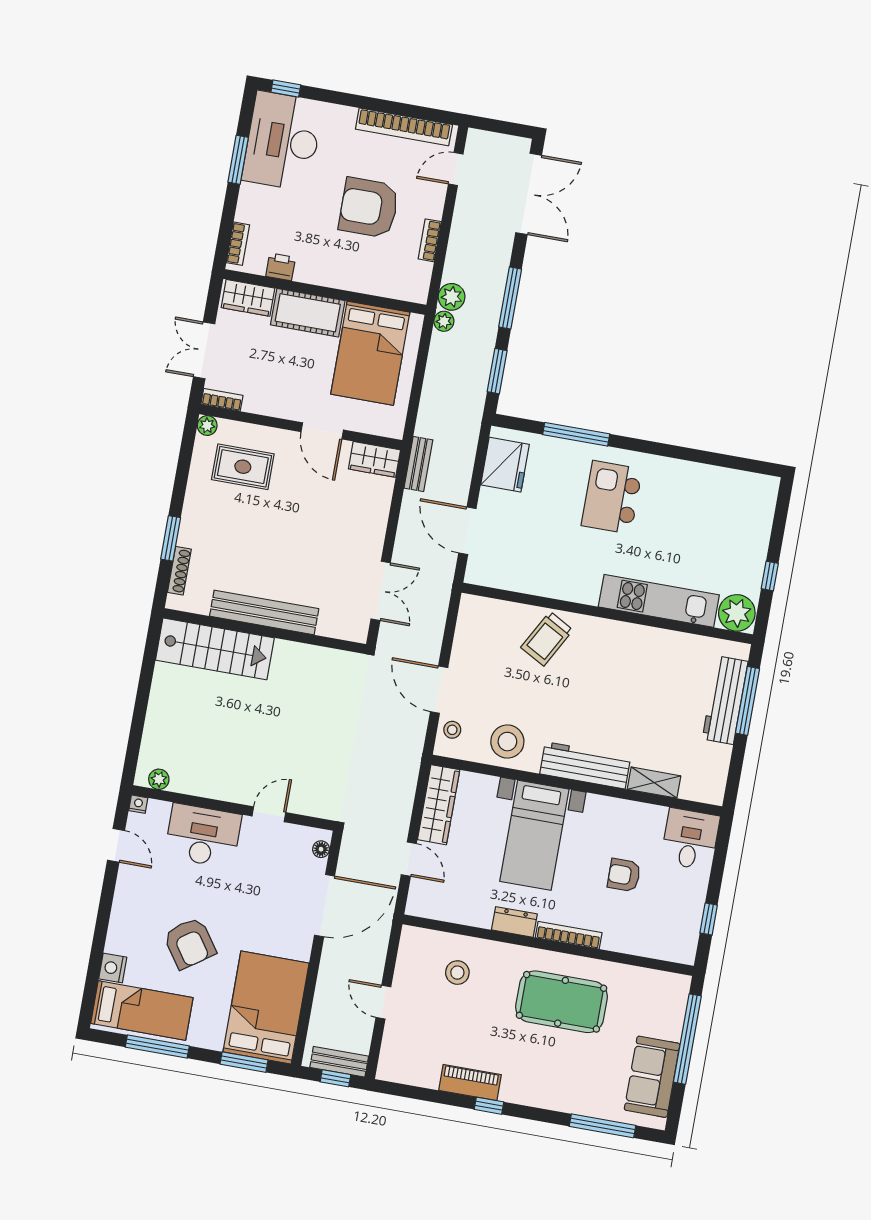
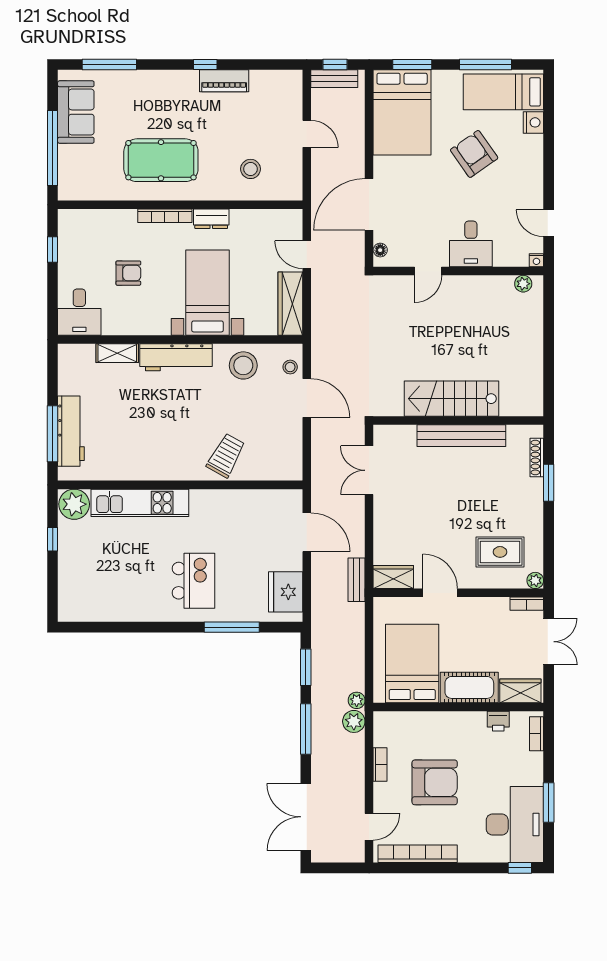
stairs: (215, 649) -> (452, 399), moved
desk: (203, 836) -> (471, 244), width x0.73

